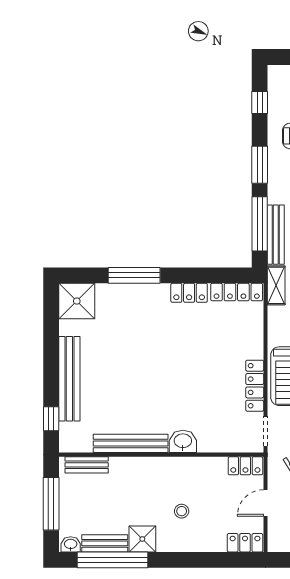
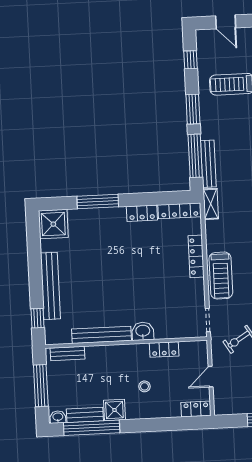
locker: (255, 386) -> (196, 256), moved
locker: (245, 466) -> (164, 349), moved

